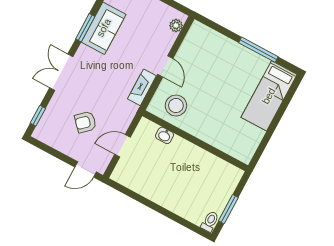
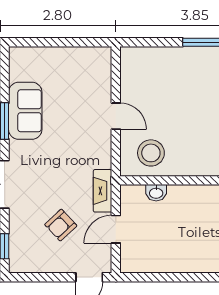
plant: (176, 25) -> (103, 65), removed
fireplace: (142, 87) -> (103, 191), moved

